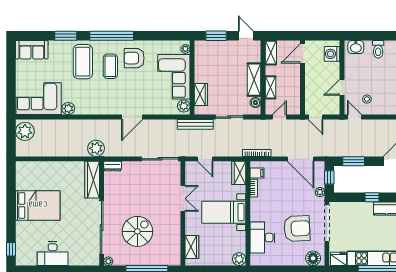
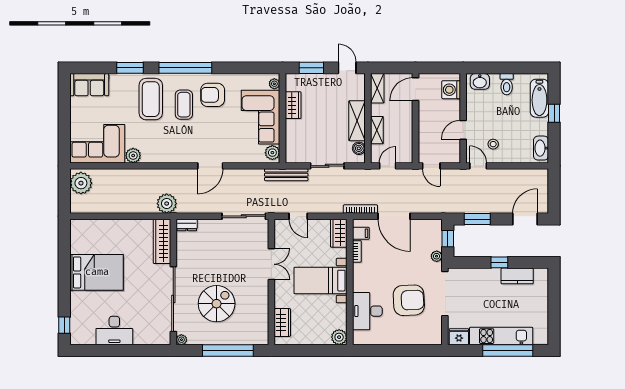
wardrobe: (201, 94) -> (293, 105), moved
door: (301, 159) -> (394, 216), moved
floor lamp: (313, 258) -> (428, 336), removed

